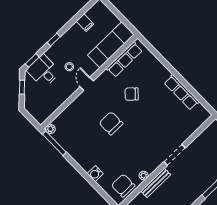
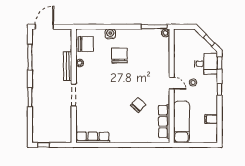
row of seats: (182, 92) -> (93, 137), moved
chair: (111, 123) -> (119, 55), moved, turned -90

